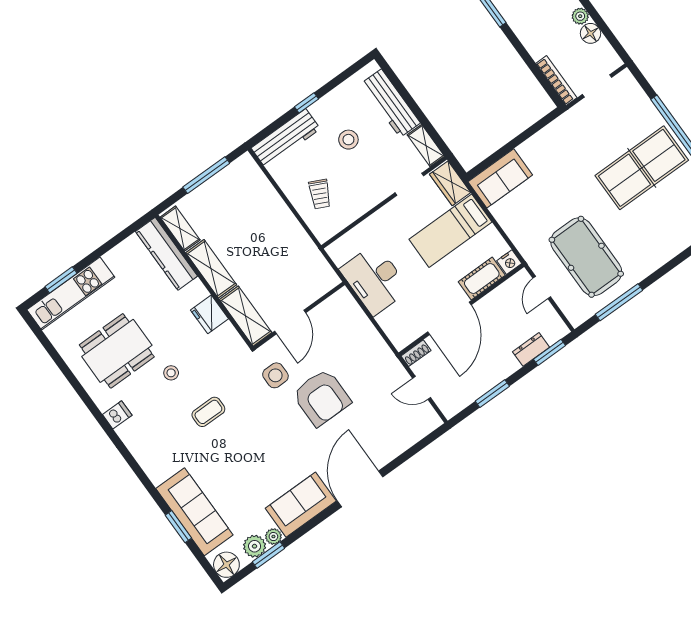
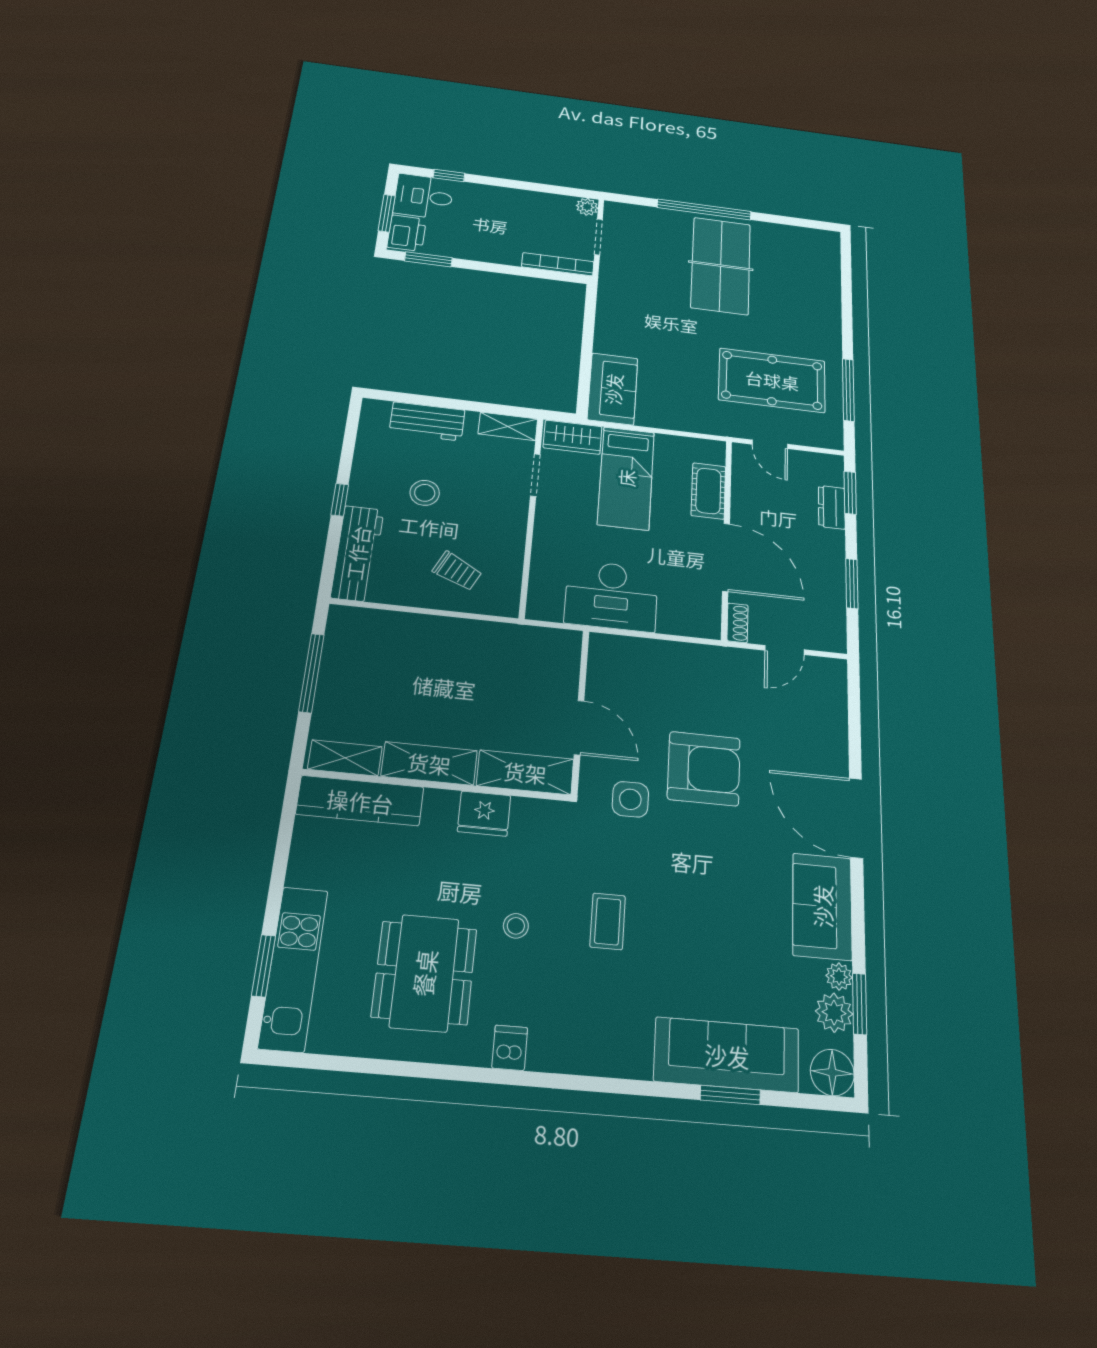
plant: (580, 16) -> (587, 207), moved
floor lamp: (590, 33) -> (539, 202), removed
workbench: (391, 103) -> (427, 421), width x0.73
nightstand: (509, 262) -> (714, 452), removed

